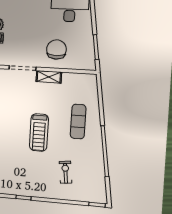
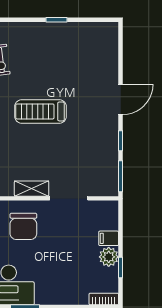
treadmill: (39, 132) -> (41, 111), turned -90

